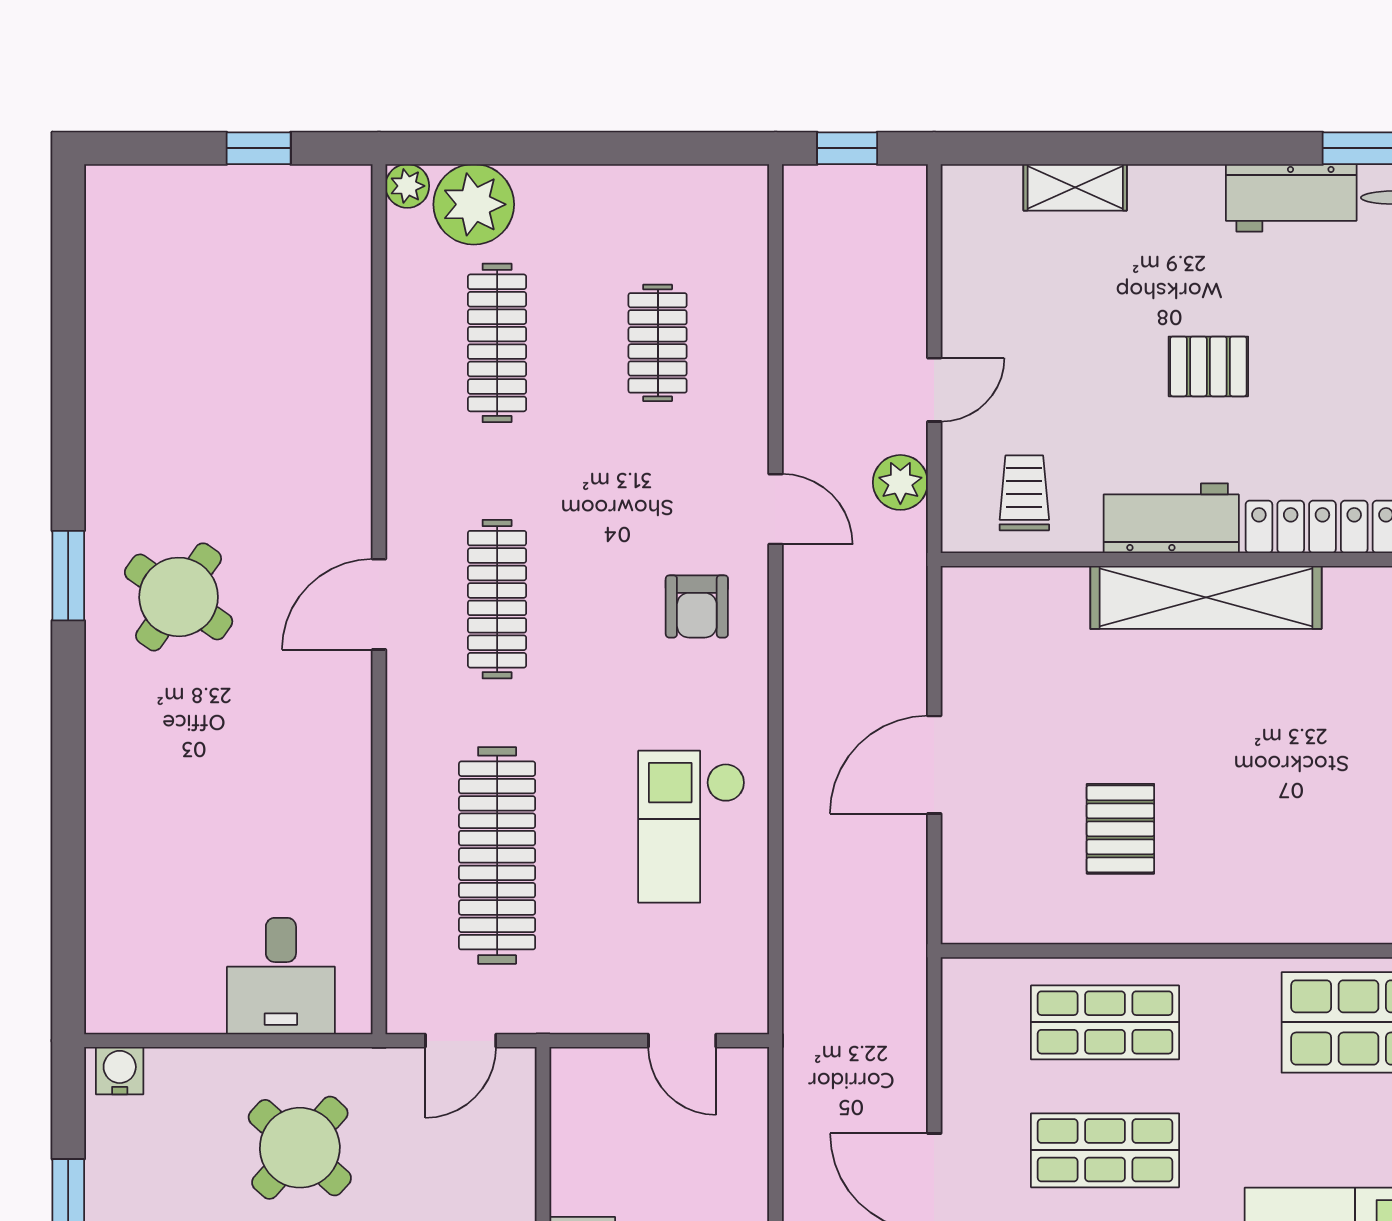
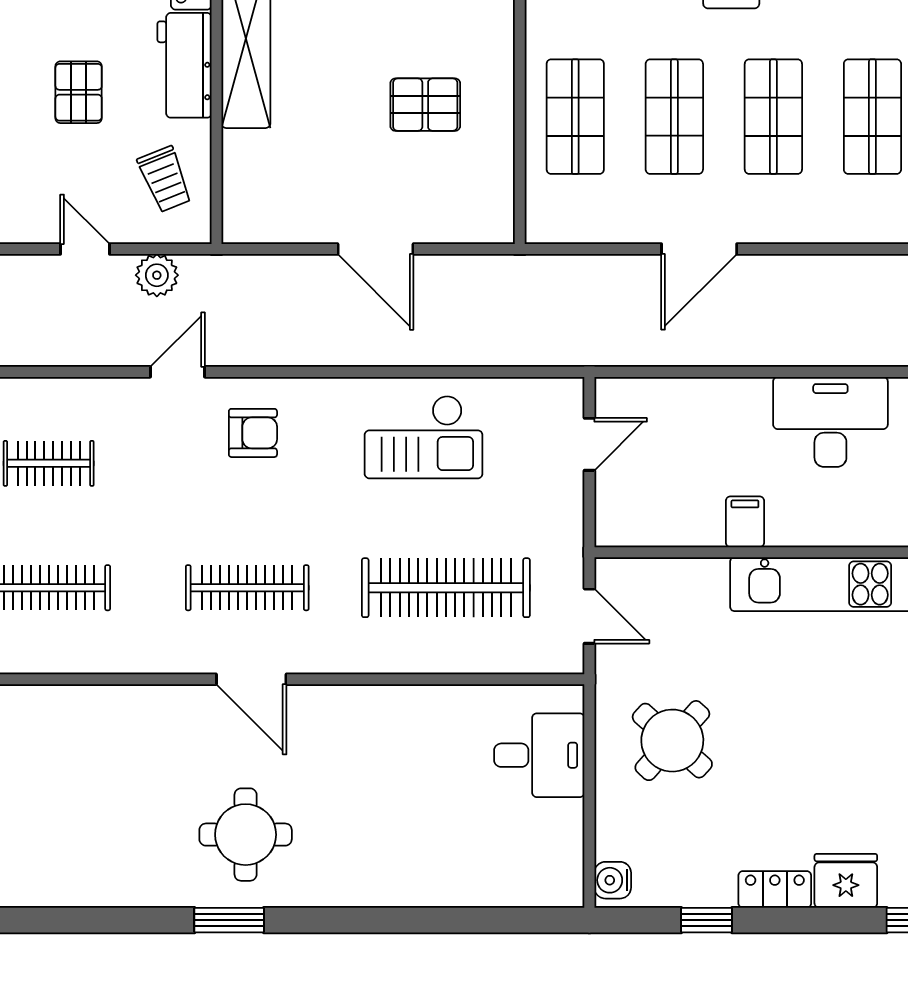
pallet: (1208, 366) -> (79, 92), moved
trolley: (1024, 493) -> (165, 179), turned -112
round table: (179, 597) -> (246, 835), turned -35

